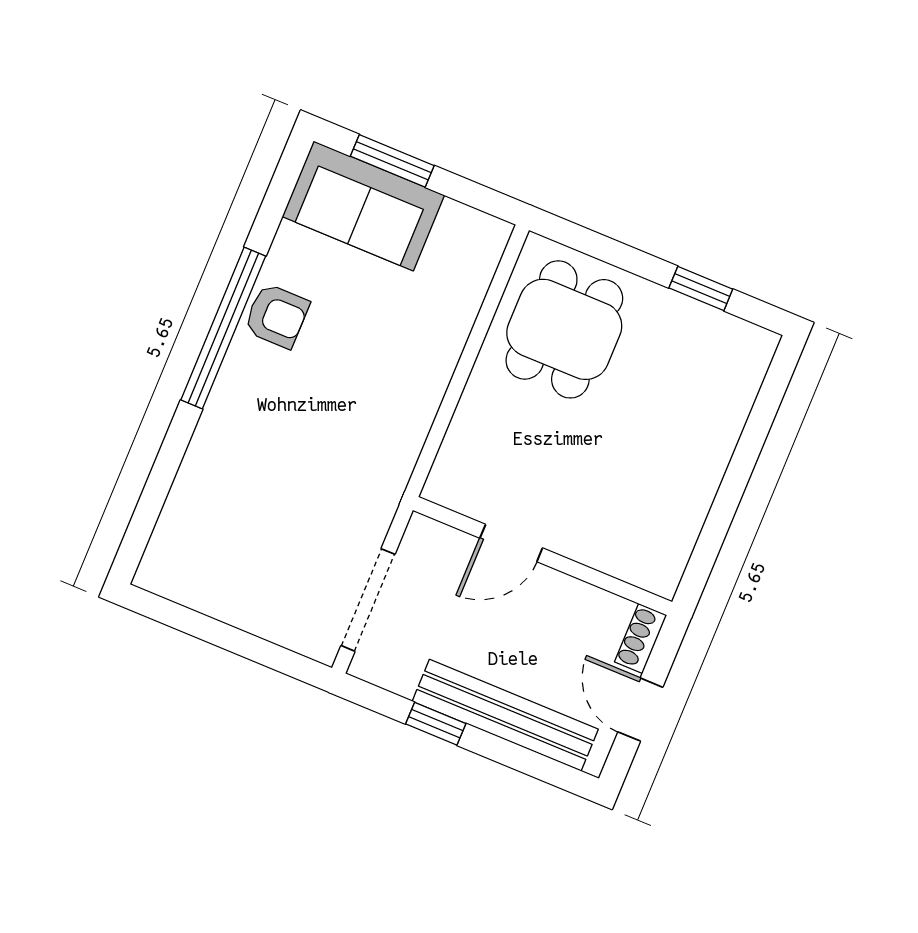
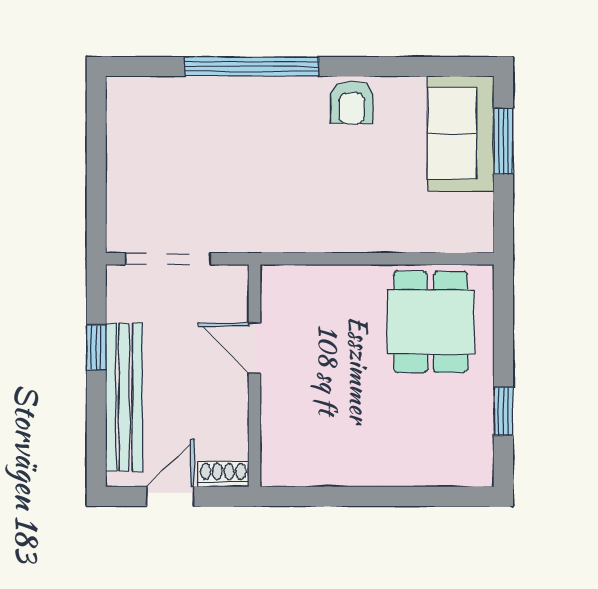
window: (223, 328) -> (251, 67), moved
dining table: (564, 329) -> (431, 322), turned 90

